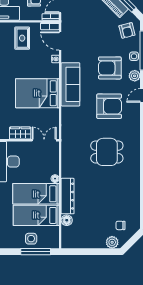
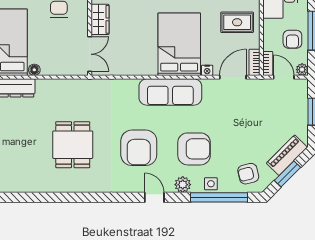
armchair: (110, 68) -> (194, 149), turned 90
bed: (37, 93) -> (179, 44), moved

